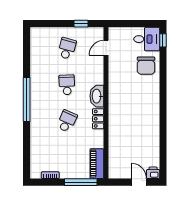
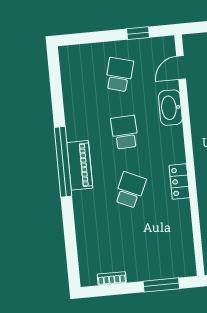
washbasin: (97, 96) -> (170, 108), moved
piano: (97, 164) -> (80, 165), moved, turned 180
window: (81, 182) -> (161, 285), width x0.69

